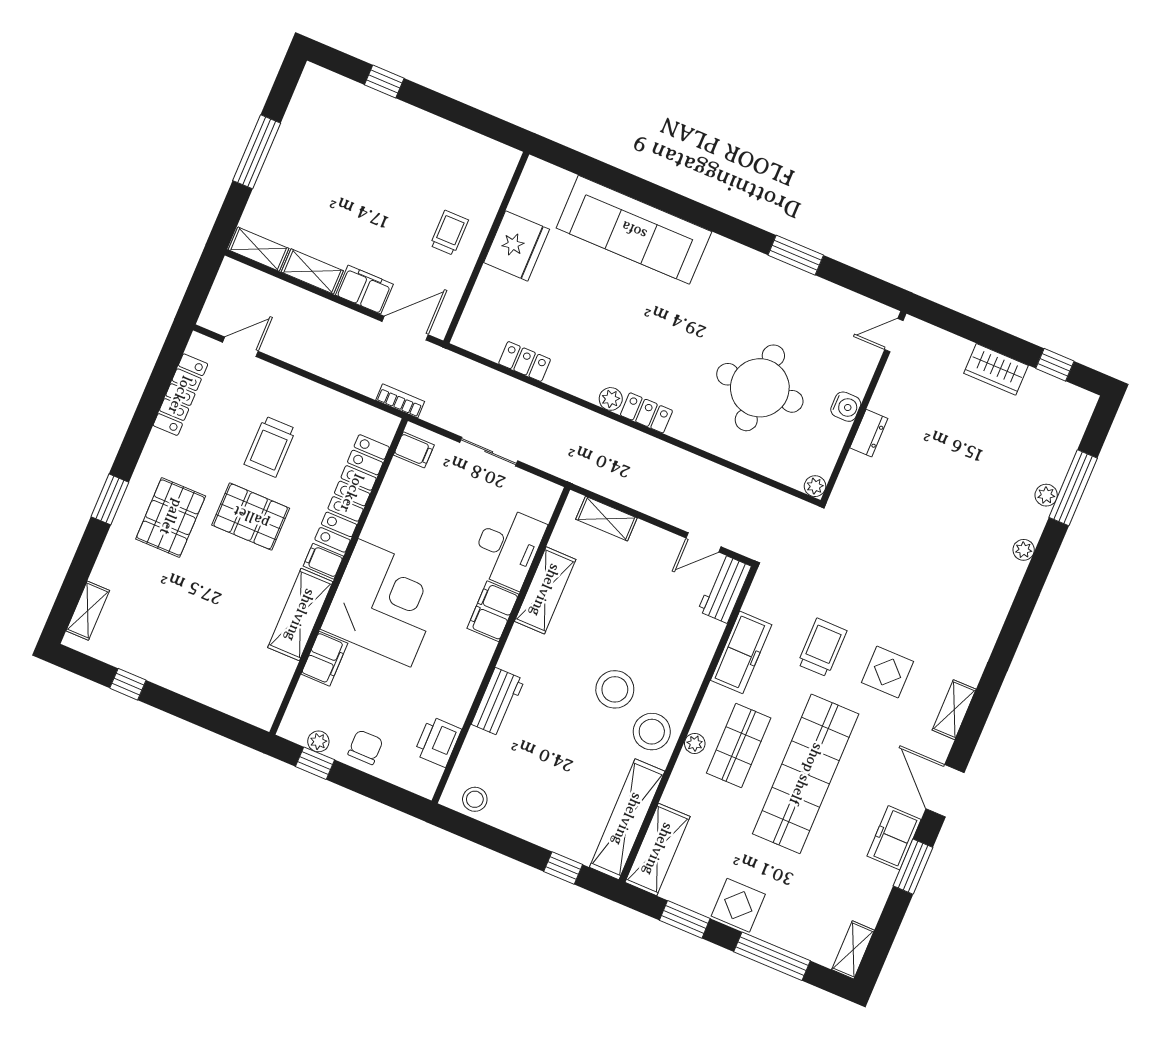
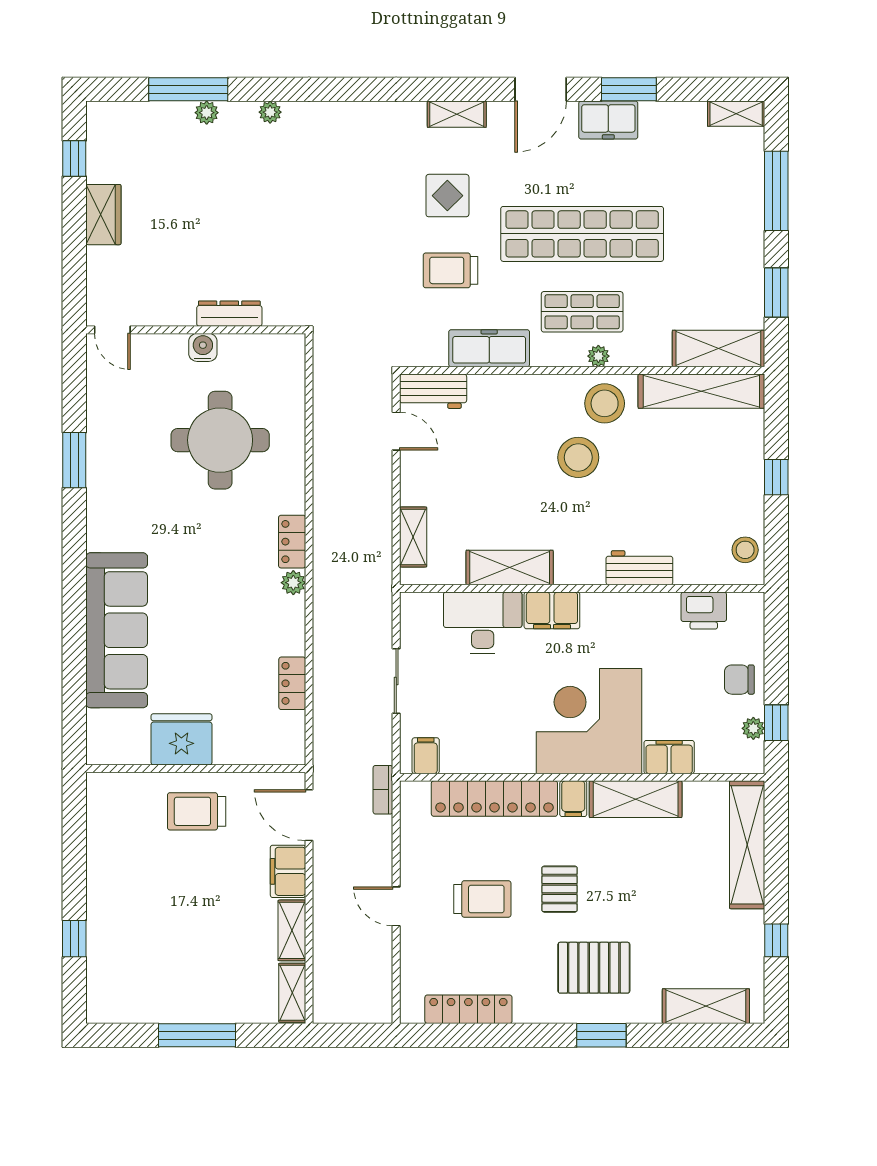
trolley: (449, 233) -> (197, 811), width x1.36, depth x1.39
door: (240, 347) -> (396, 906), moved
dresser: (869, 433) -> (229, 314), width x1.44
plant: (815, 486) -> (294, 345), removed
pallet: (251, 517) -> (560, 889), width x0.67, depth x0.71
shelving: (88, 611) -> (706, 1006), width x1.50, depth x1.33
shelving: (221, 694) -> (747, 845), added
window: (563, 868) -> (776, 477), moved
display table: (738, 905) -> (740, 246), removed

